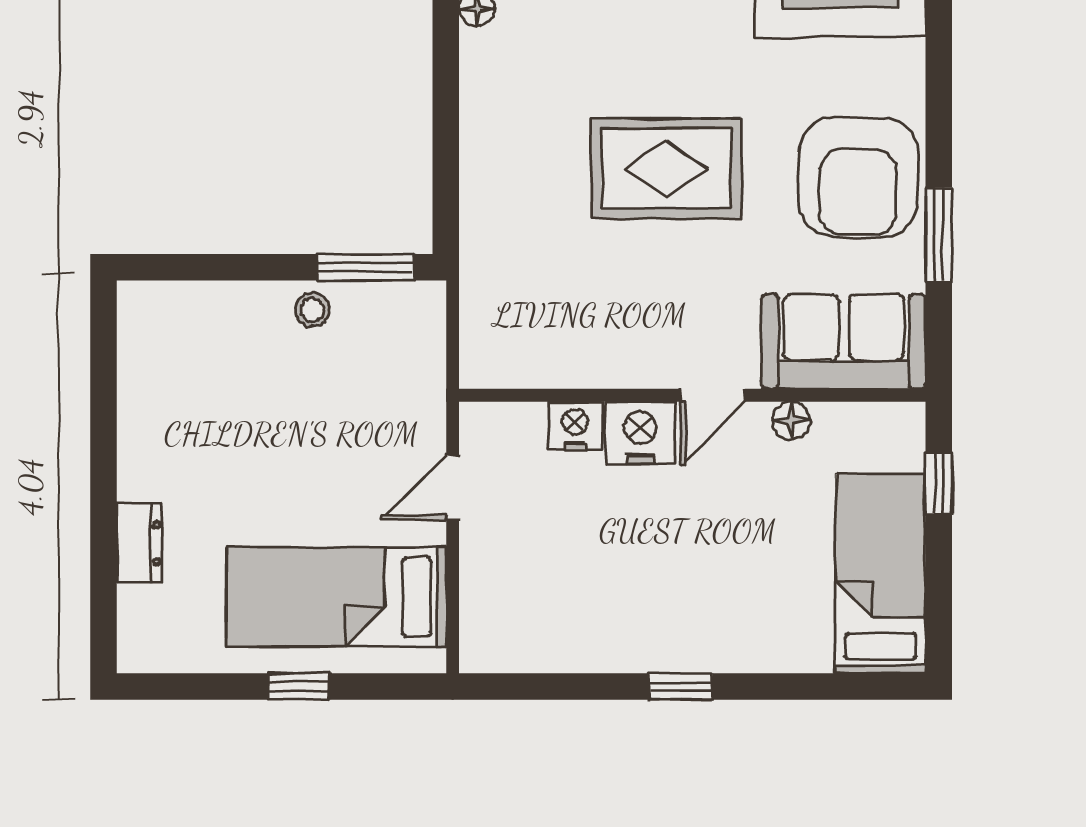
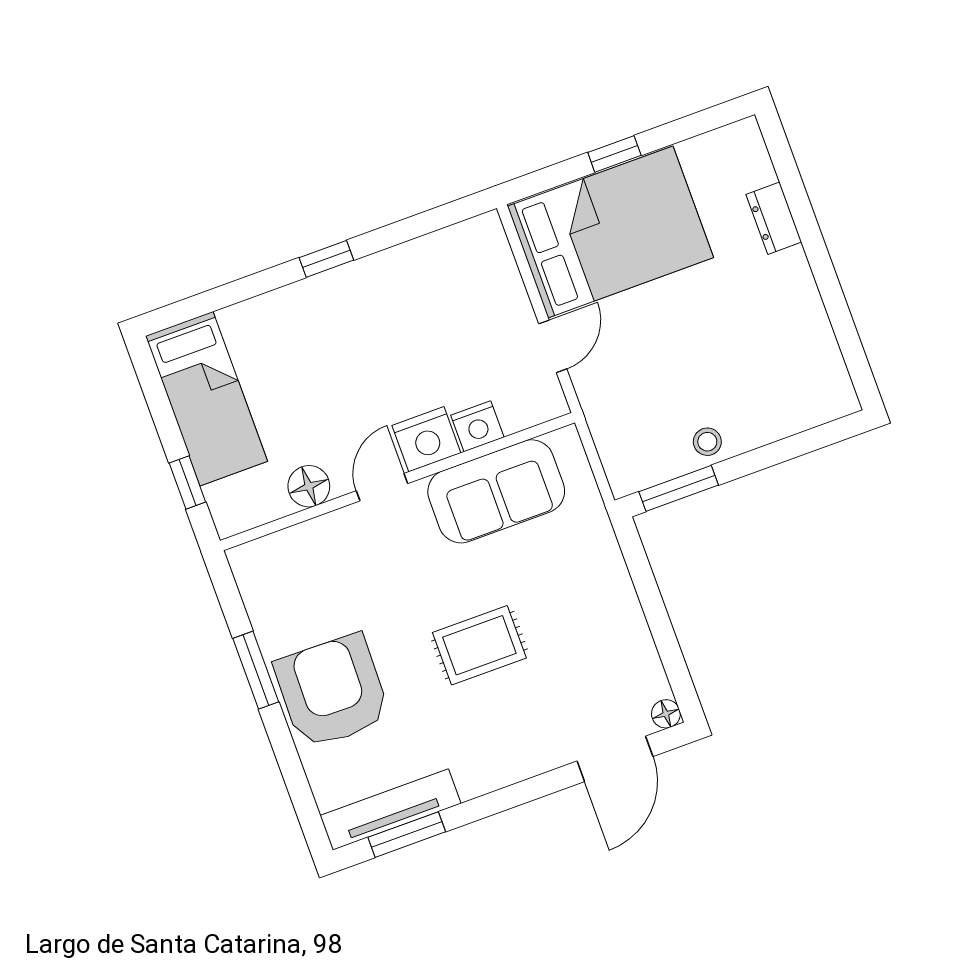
rug: (666, 168) -> (479, 645), width x0.73, depth x0.70
sofa: (844, 342) -> (496, 491), moved
floor lamp: (791, 420) -> (309, 486), width x1.37, depth x1.37
bed: (336, 597) -> (610, 232), width x1.50

